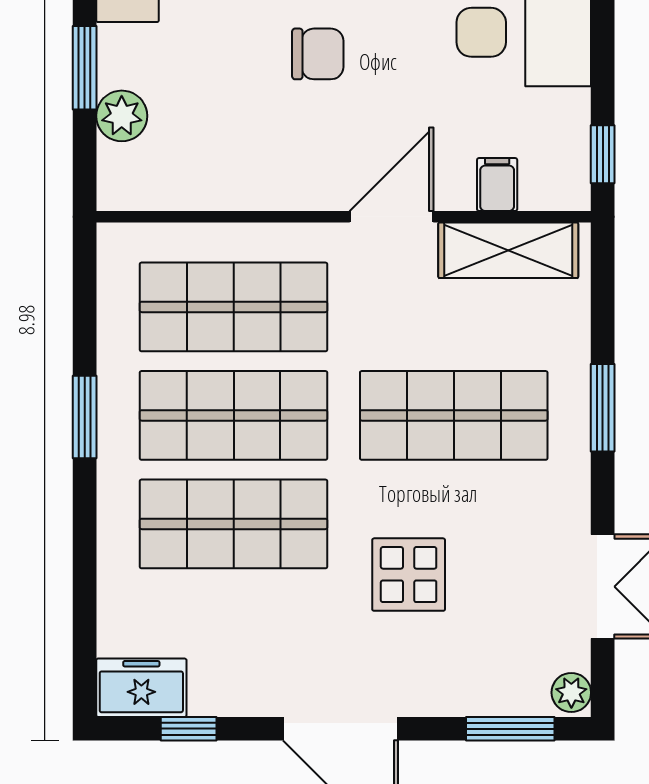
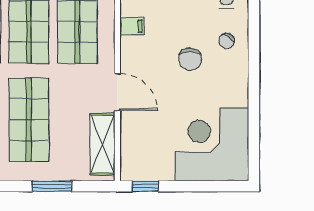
filing cabinet: (497, 185) -> (132, 26), moved
window: (603, 408) -> (52, 186), moved

